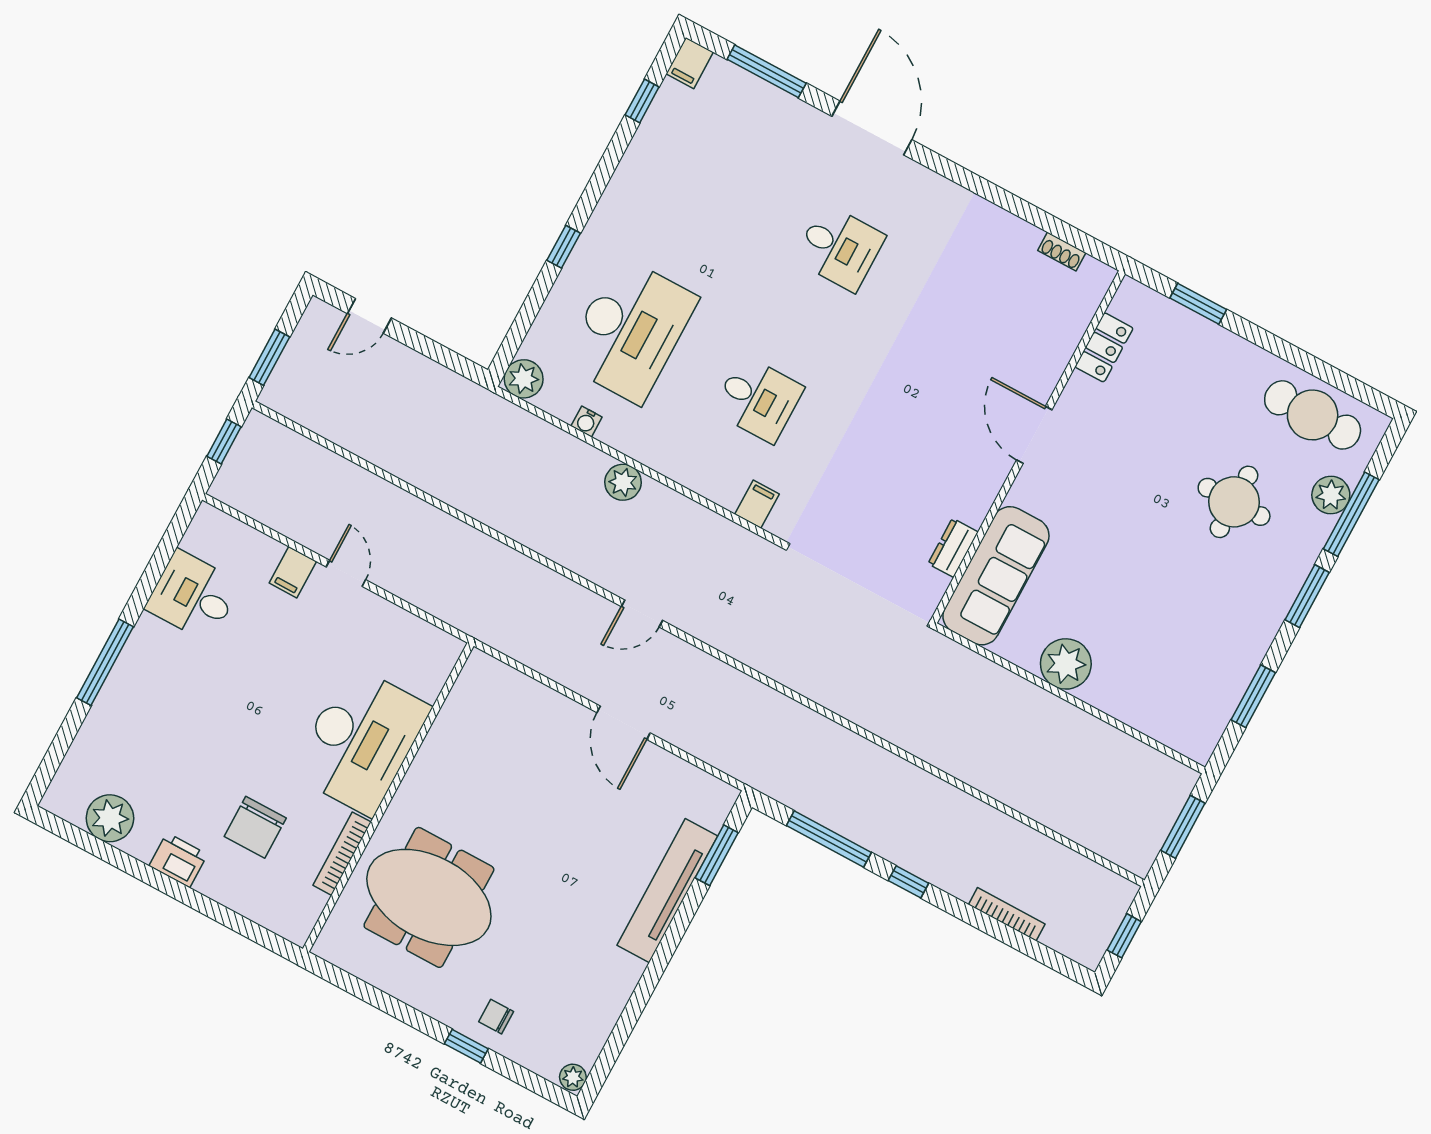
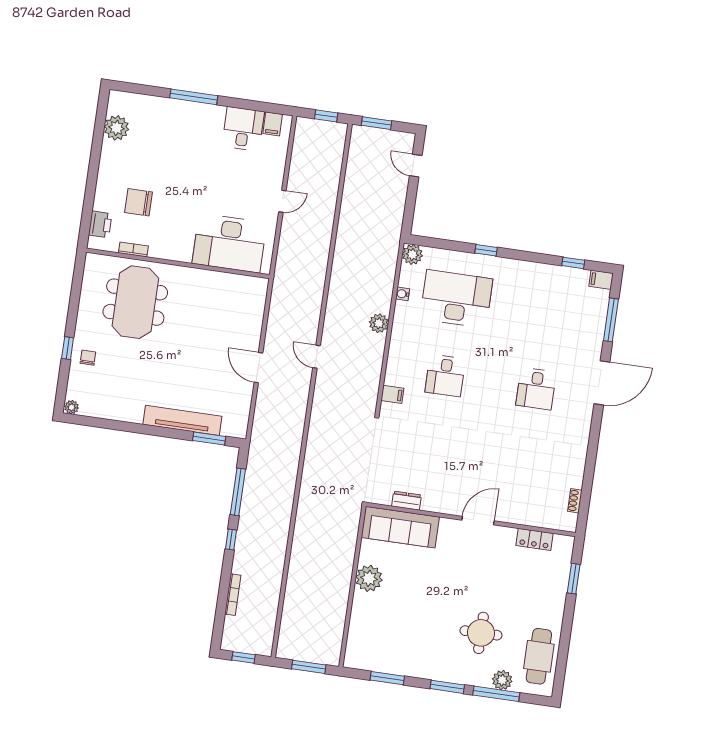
desk: (630, 330) -> (456, 299), turned 180
filing cabinet: (293, 572) -> (273, 124), moved, turned -90
door: (623, 723) -> (258, 368), hinge flipped
desk: (361, 740) -> (229, 243), moved
bookcase: (342, 854) -> (133, 249), width x0.64
printer: (178, 860) -> (100, 224), moved

